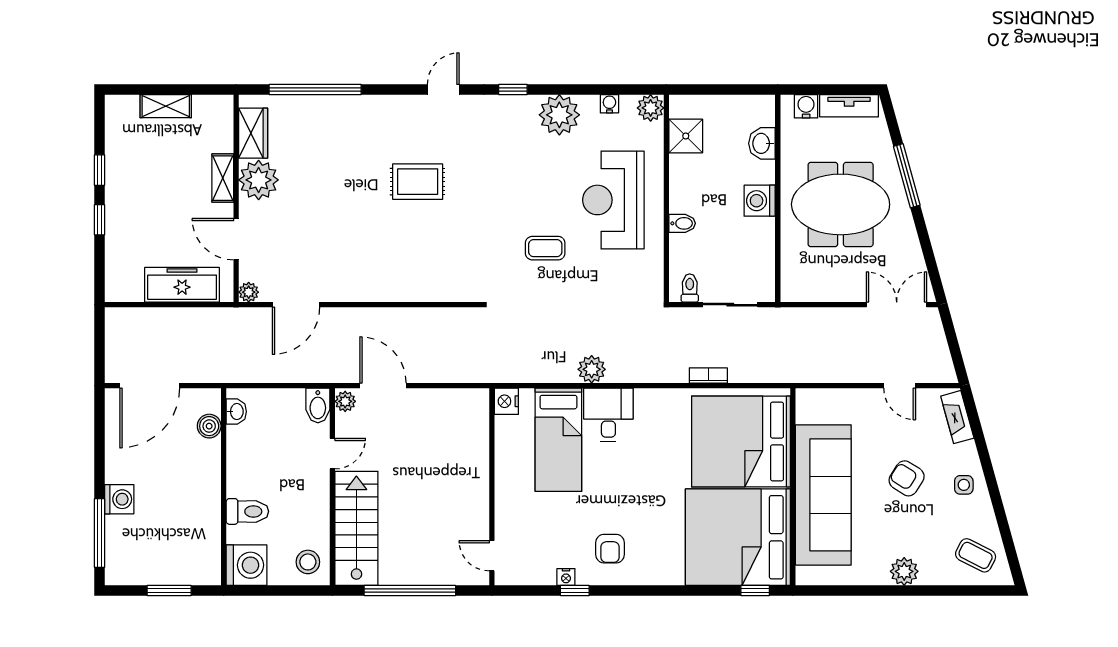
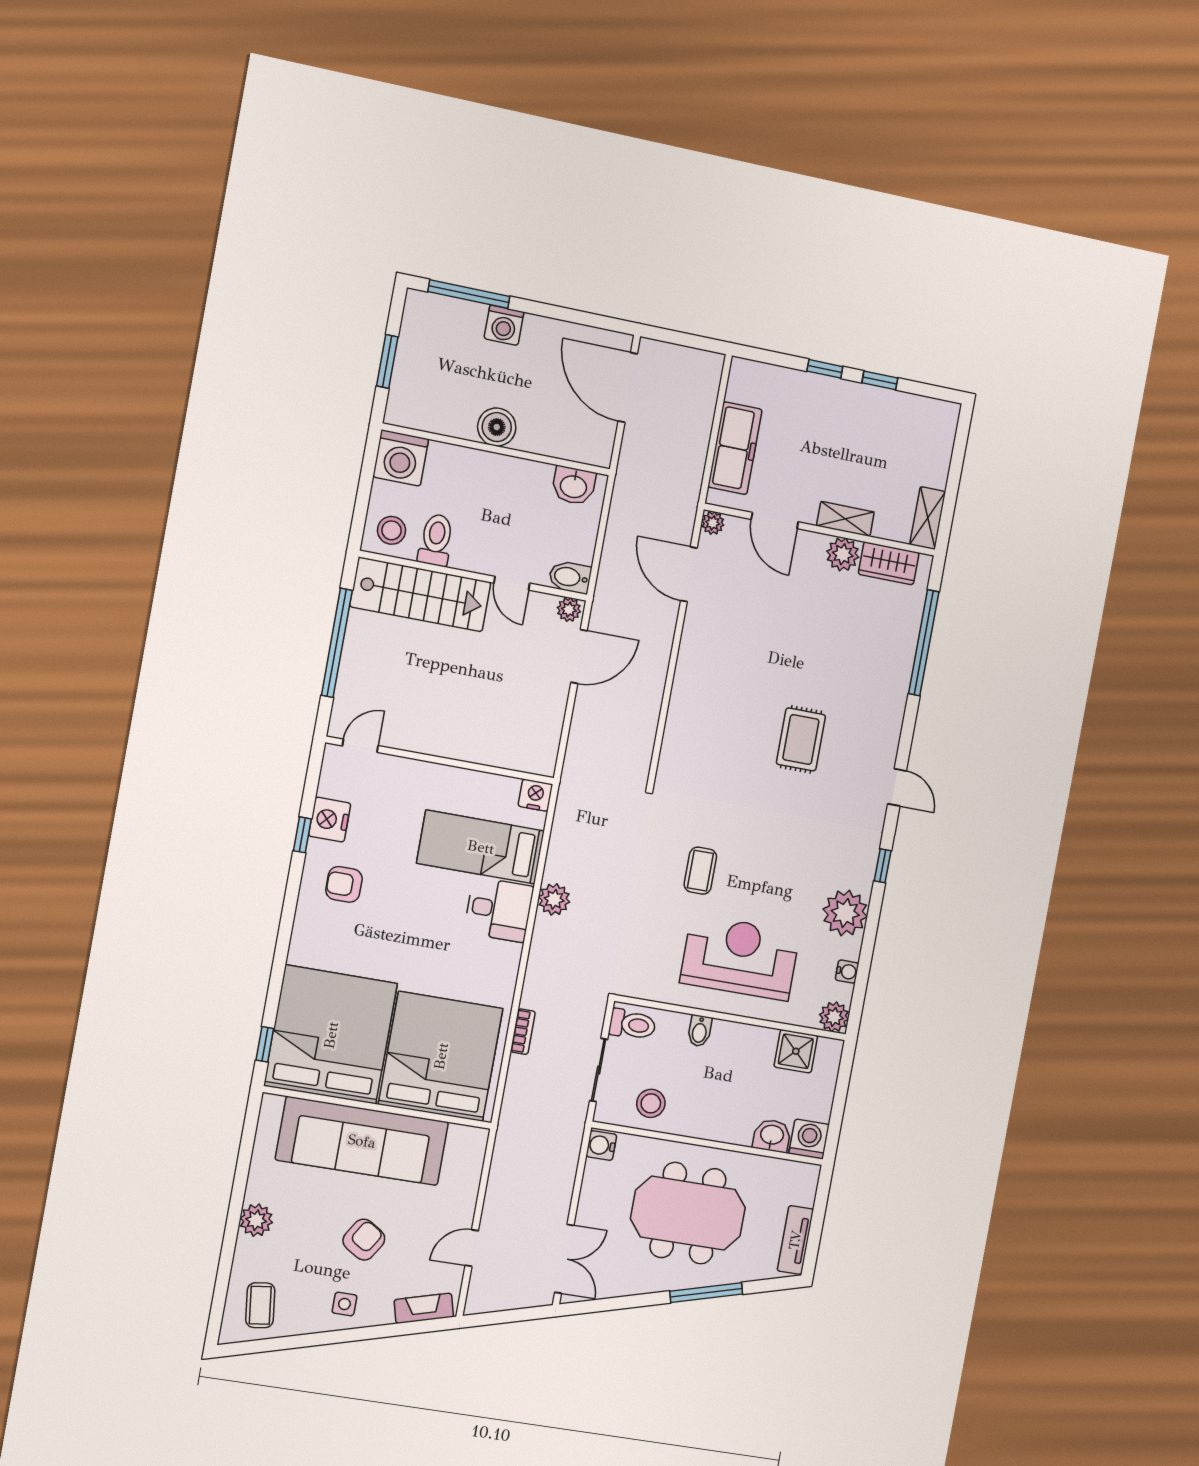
shelving: (166, 106) -> (928, 518), moved
water cooler: (806, 106) -> (601, 1145), moved, turned 180
plant: (259, 180) -> (843, 554), width x0.73, depth x0.73
washing machine: (760, 201) -> (809, 1139), moved
meeting table: (841, 204) -> (688, 1213), turned 90
door: (236, 239) -> (775, 521), swing flipped
stool: (751, 254) -> (651, 1103), added
toilet: (690, 288) -> (632, 1025), width x1.37, depth x1.39
washbasin: (236, 412) -> (574, 486), width x1.38, depth x1.45
boiler: (209, 426) -> (497, 427), moved, width x1.36, depth x1.36
toilet: (247, 511) -> (436, 540), moved, turned 180
coffee table: (976, 555) -> (260, 1305), turned -34
nightstand: (566, 577) -> (330, 820), width x1.89, depth x1.79

